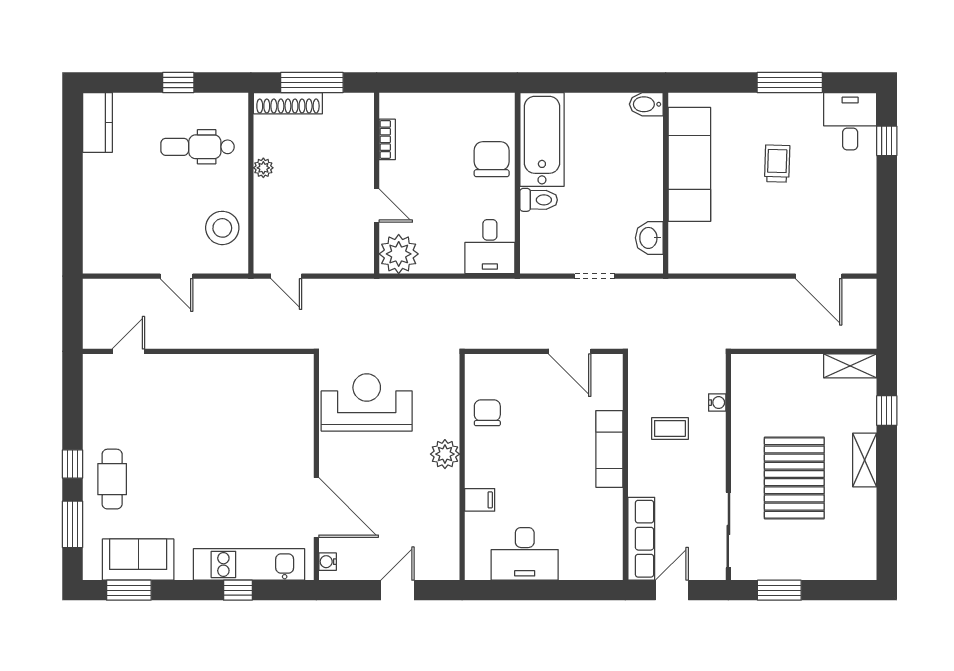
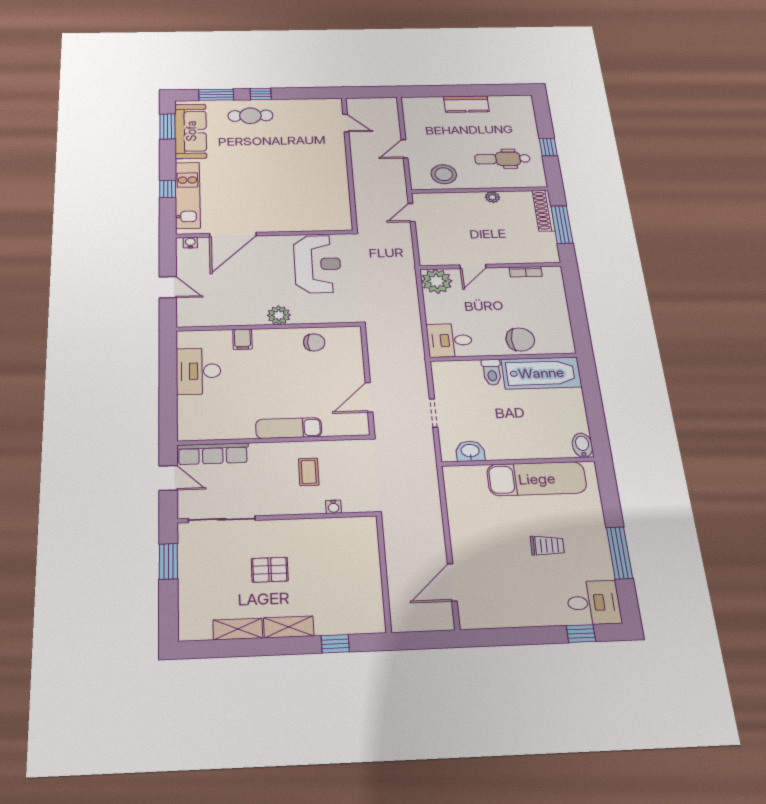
kitchen counter: (98, 122) -> (466, 104), moved
dental chair: (197, 147) -> (502, 159), turned -90
shelving: (850, 366) -> (238, 629), moved, turned 90
pallet: (794, 478) -> (270, 570), width x0.49, depth x0.50
sofa: (138, 560) -> (191, 131), width x1.36

